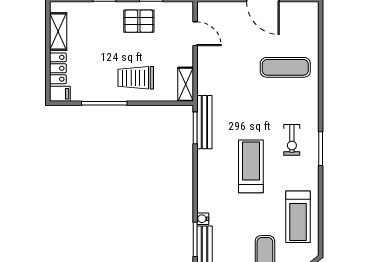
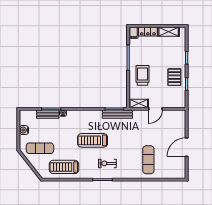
door: (195, 34) -> (155, 109), moved
treadmill: (251, 166) -> (93, 140), turned 180

